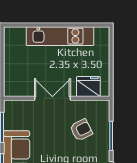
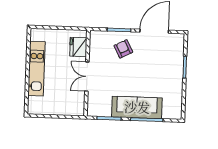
armchair: (81, 130) -> (123, 49), moved

